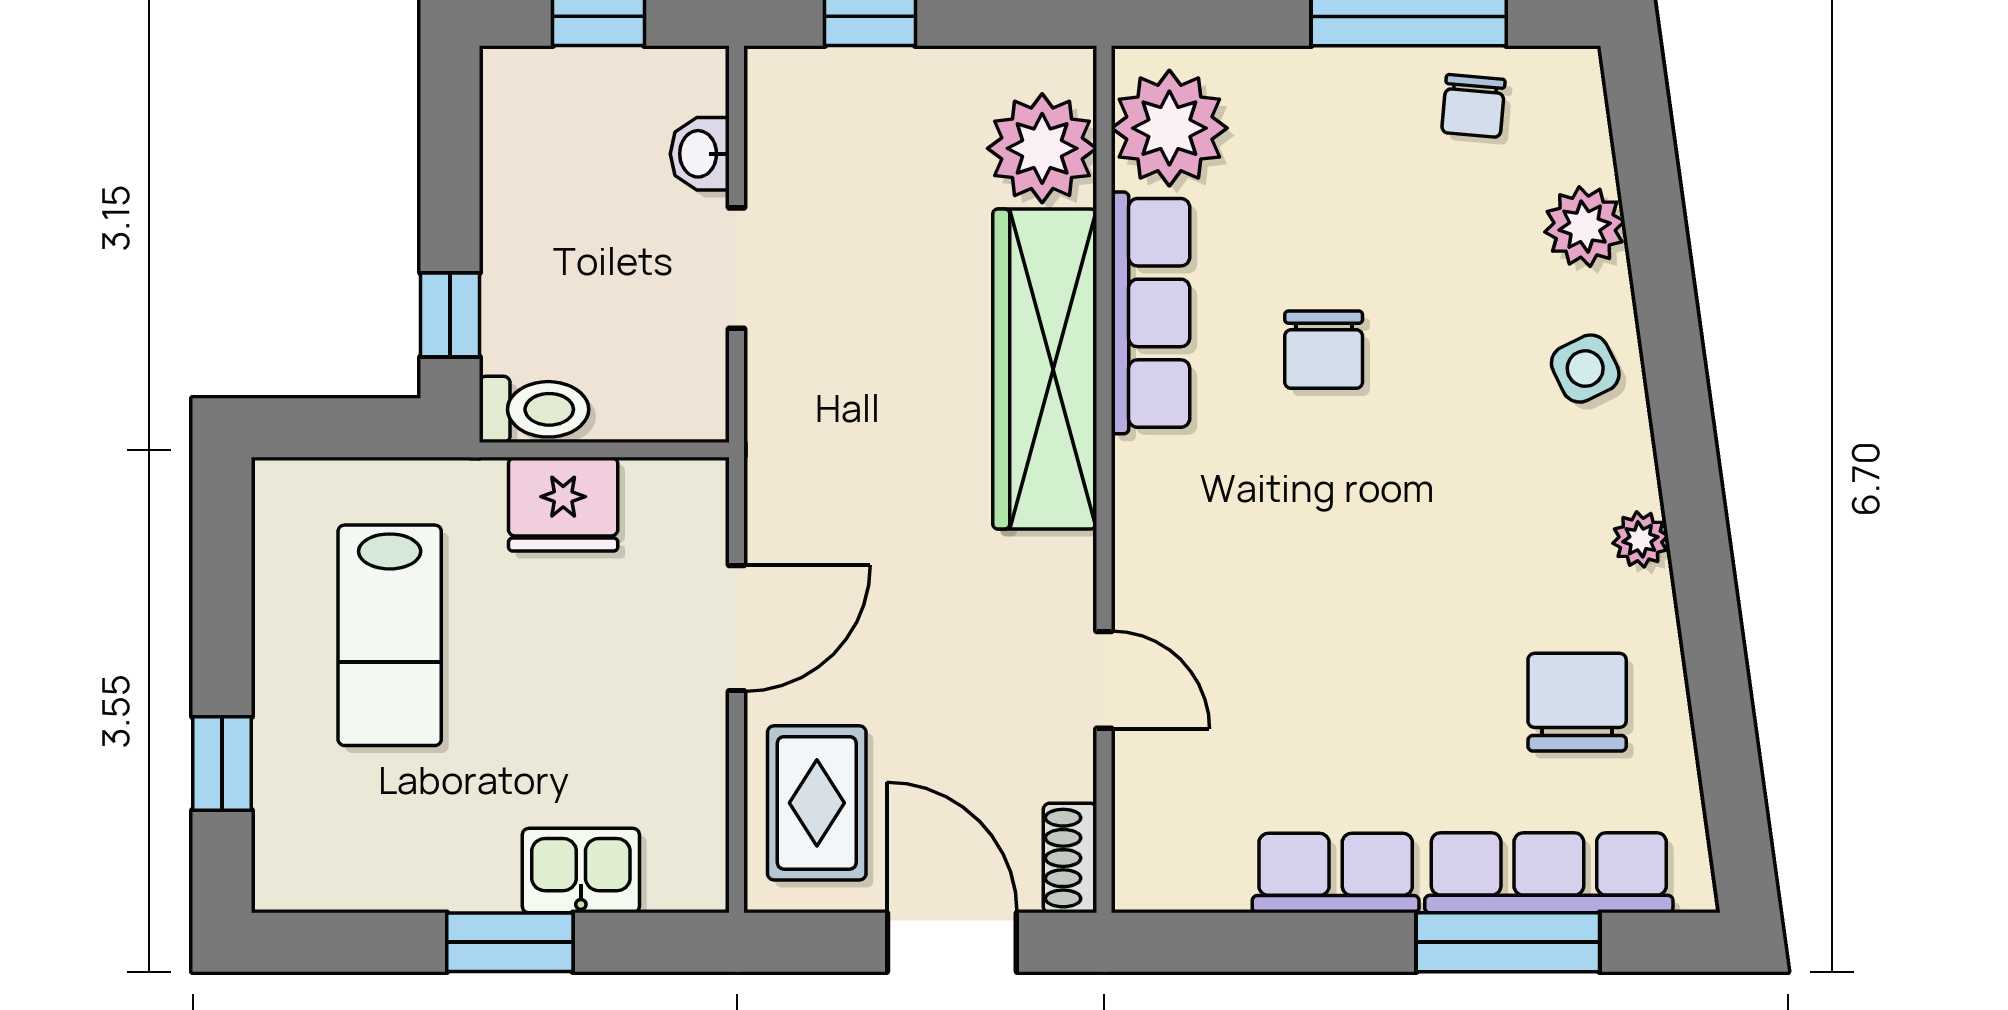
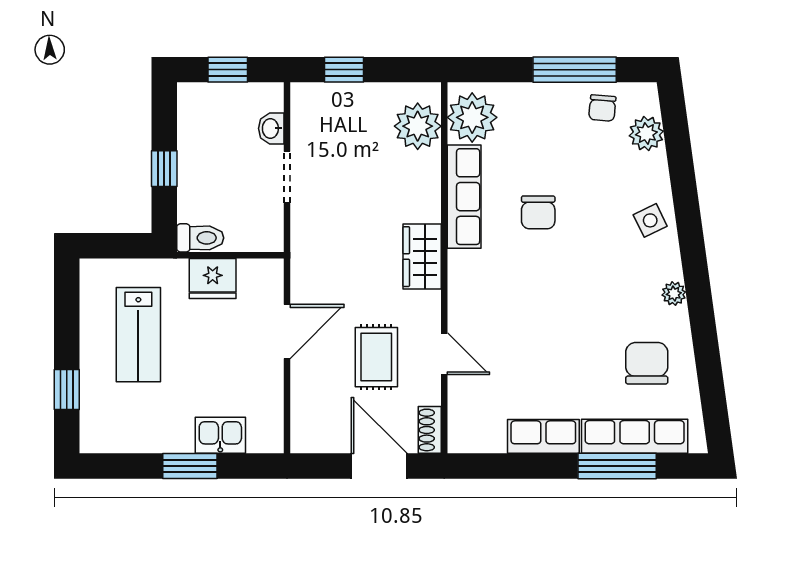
plant: (1585, 227) -> (646, 133), moved
window: (450, 315) -> (164, 169), moved
wardrobe: (1045, 369) -> (422, 257), width x0.48, depth x0.85
rug: (817, 803) -> (376, 357), moved

